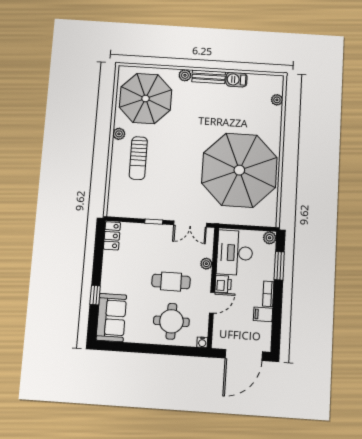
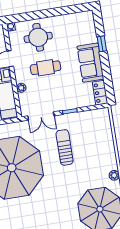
sun lounger: (138, 158) -> (65, 147), moved
double door: (190, 224) -> (41, 116), swing flipped
sofa: (111, 318) -> (90, 63), moved

